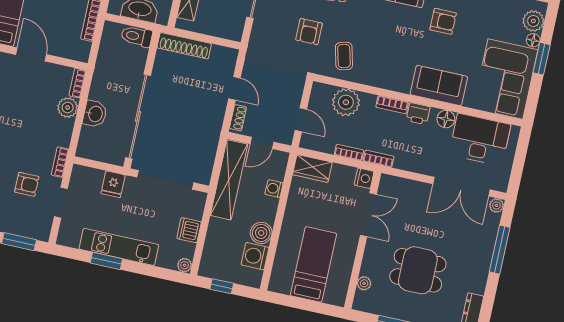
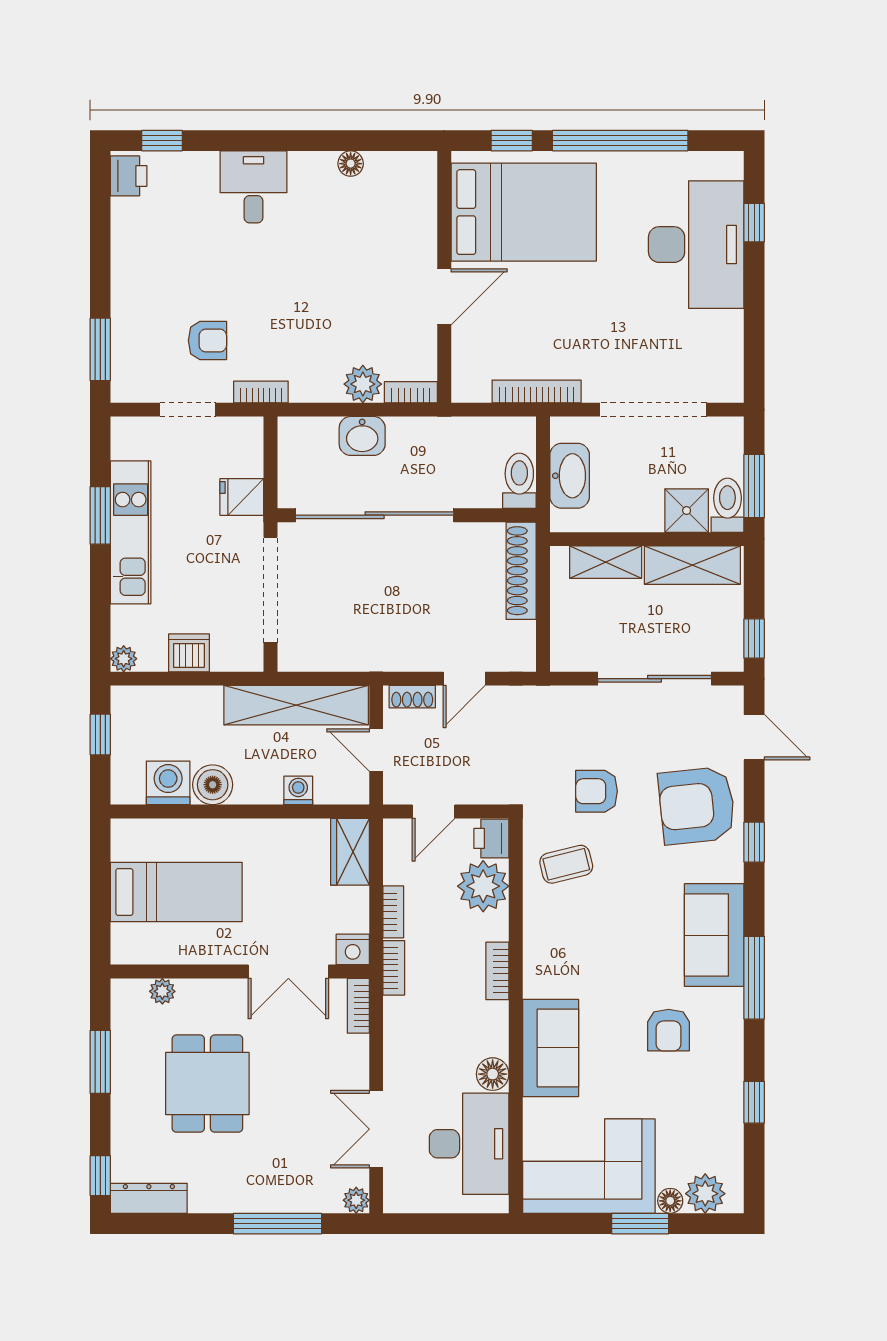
printer: (418, 114) -> (491, 838), moved
bookcase: (394, 182) -> (358, 1006), added
armchair: (27, 184) -> (207, 341), turned -90
double door: (461, 187) -> (376, 1129), width x0.73

